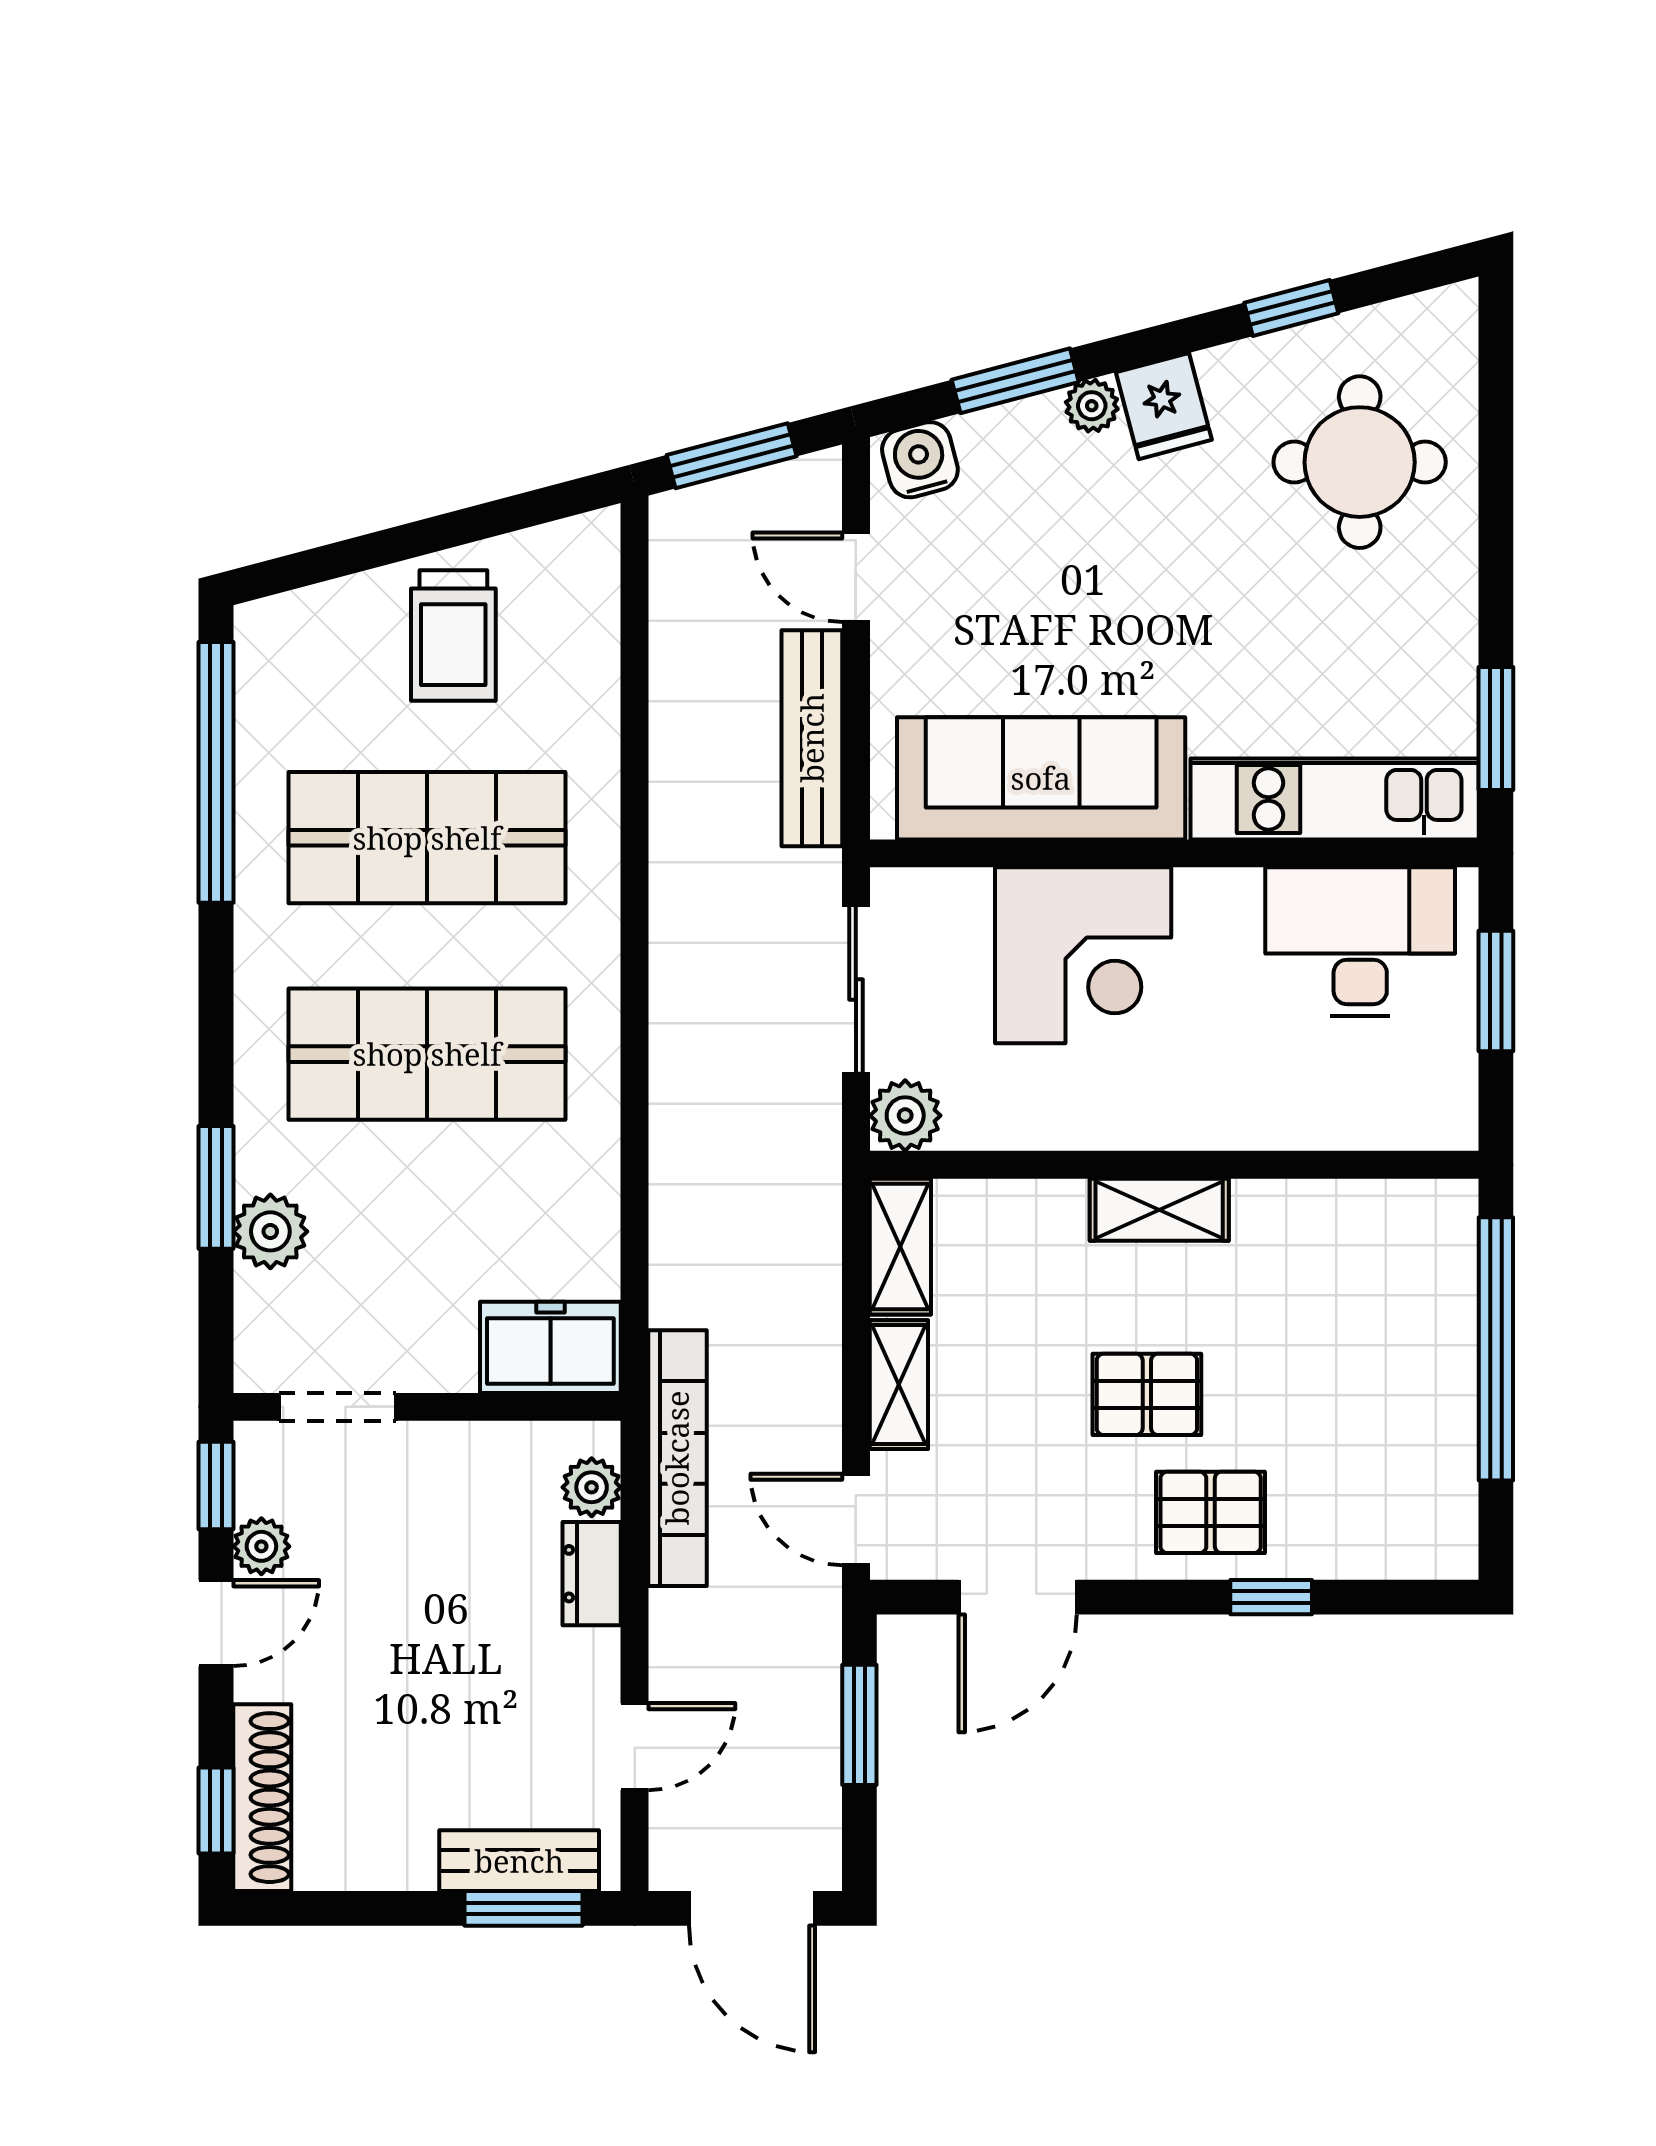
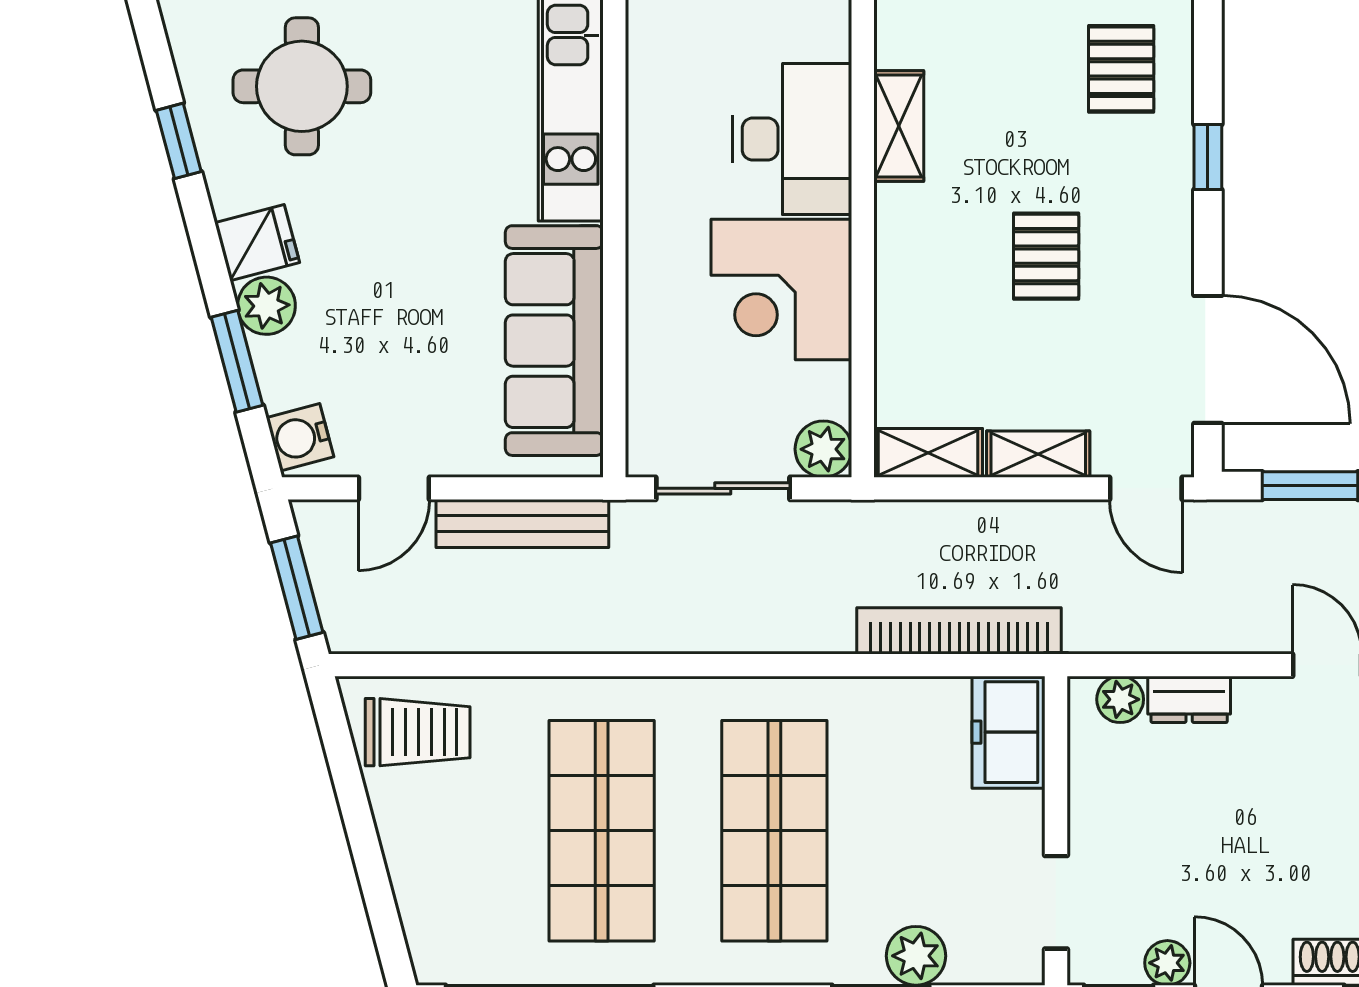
plant: (1092, 406) -> (266, 306), width x1.38, depth x1.38
trolley: (453, 636) -> (418, 732), moved
desk: (1360, 942) -> (792, 139), moved, turned 180
corner desk: (1083, 955) -> (781, 289), moved, turned 180
shelving: (1159, 1210) -> (899, 126), moved
bookcase: (677, 1458) -> (959, 631), moved
pallet: (1211, 1512) -> (1121, 69), moved
door: (856, 1519) -> (1146, 488), hinge flipped
door: (1018, 1597) -> (1208, 359), width x1.36

